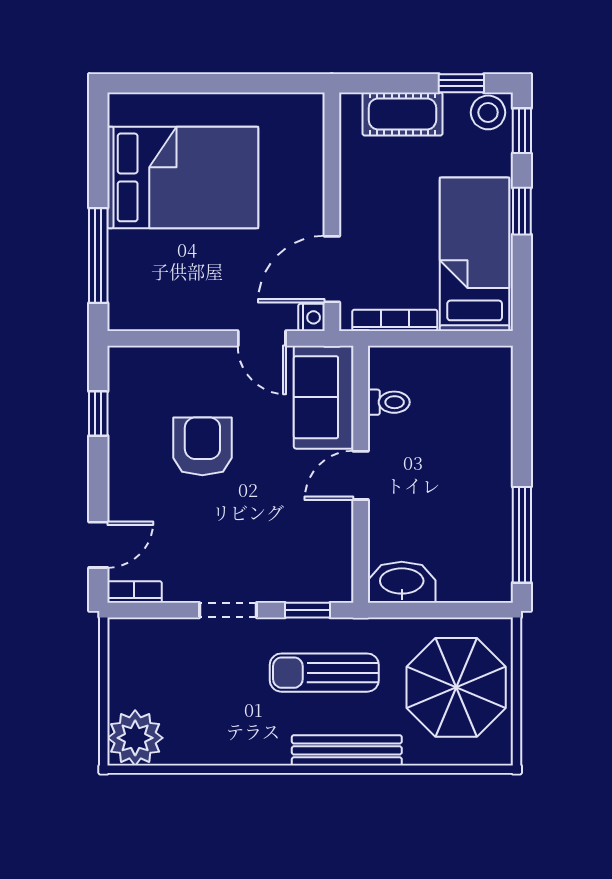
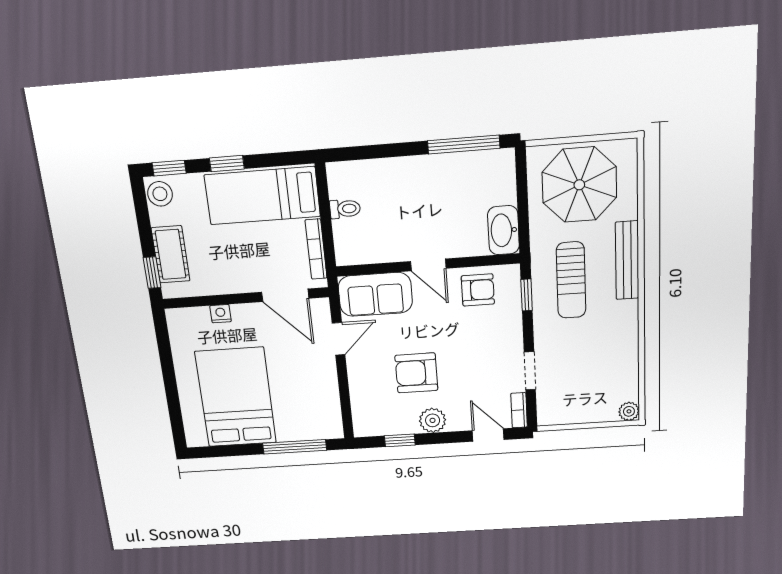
window: (461, 83) -> (152, 273), moved
nightstand: (311, 317) -> (221, 314), moved
toilet: (389, 402) -> (345, 209), moved, turned 90
plant: (127, 464) -> (433, 420), added
armchair: (320, 542) -> (478, 290), added
doorway: (228, 610) -> (530, 371), moved
plant: (135, 738) -> (629, 411), width x0.53, depth x0.53

